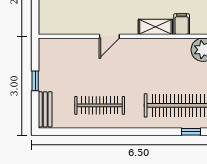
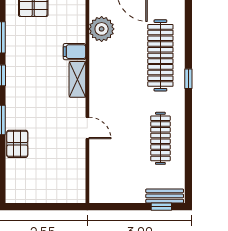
window: (35, 81) -> (161, 207), moved
window: (191, 132) -> (188, 79), moved

